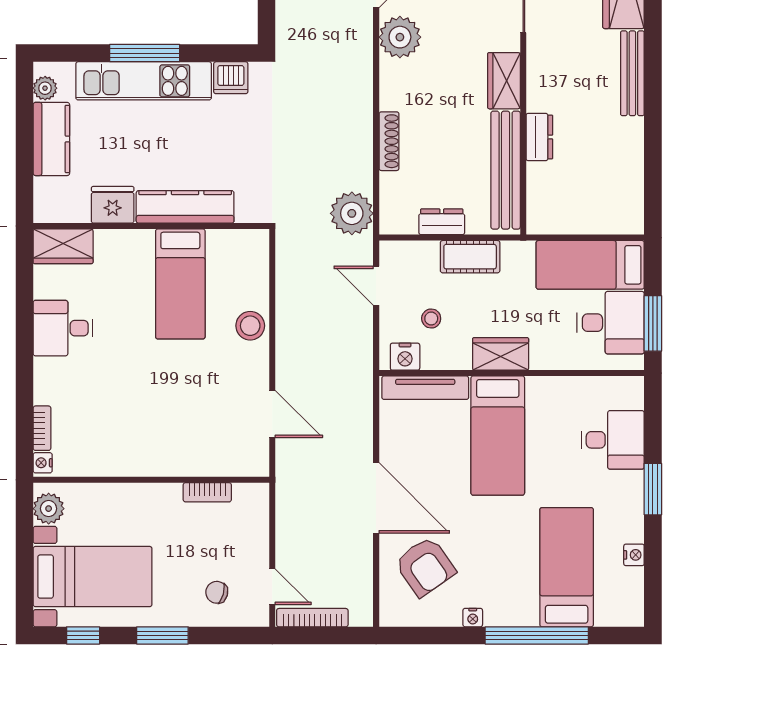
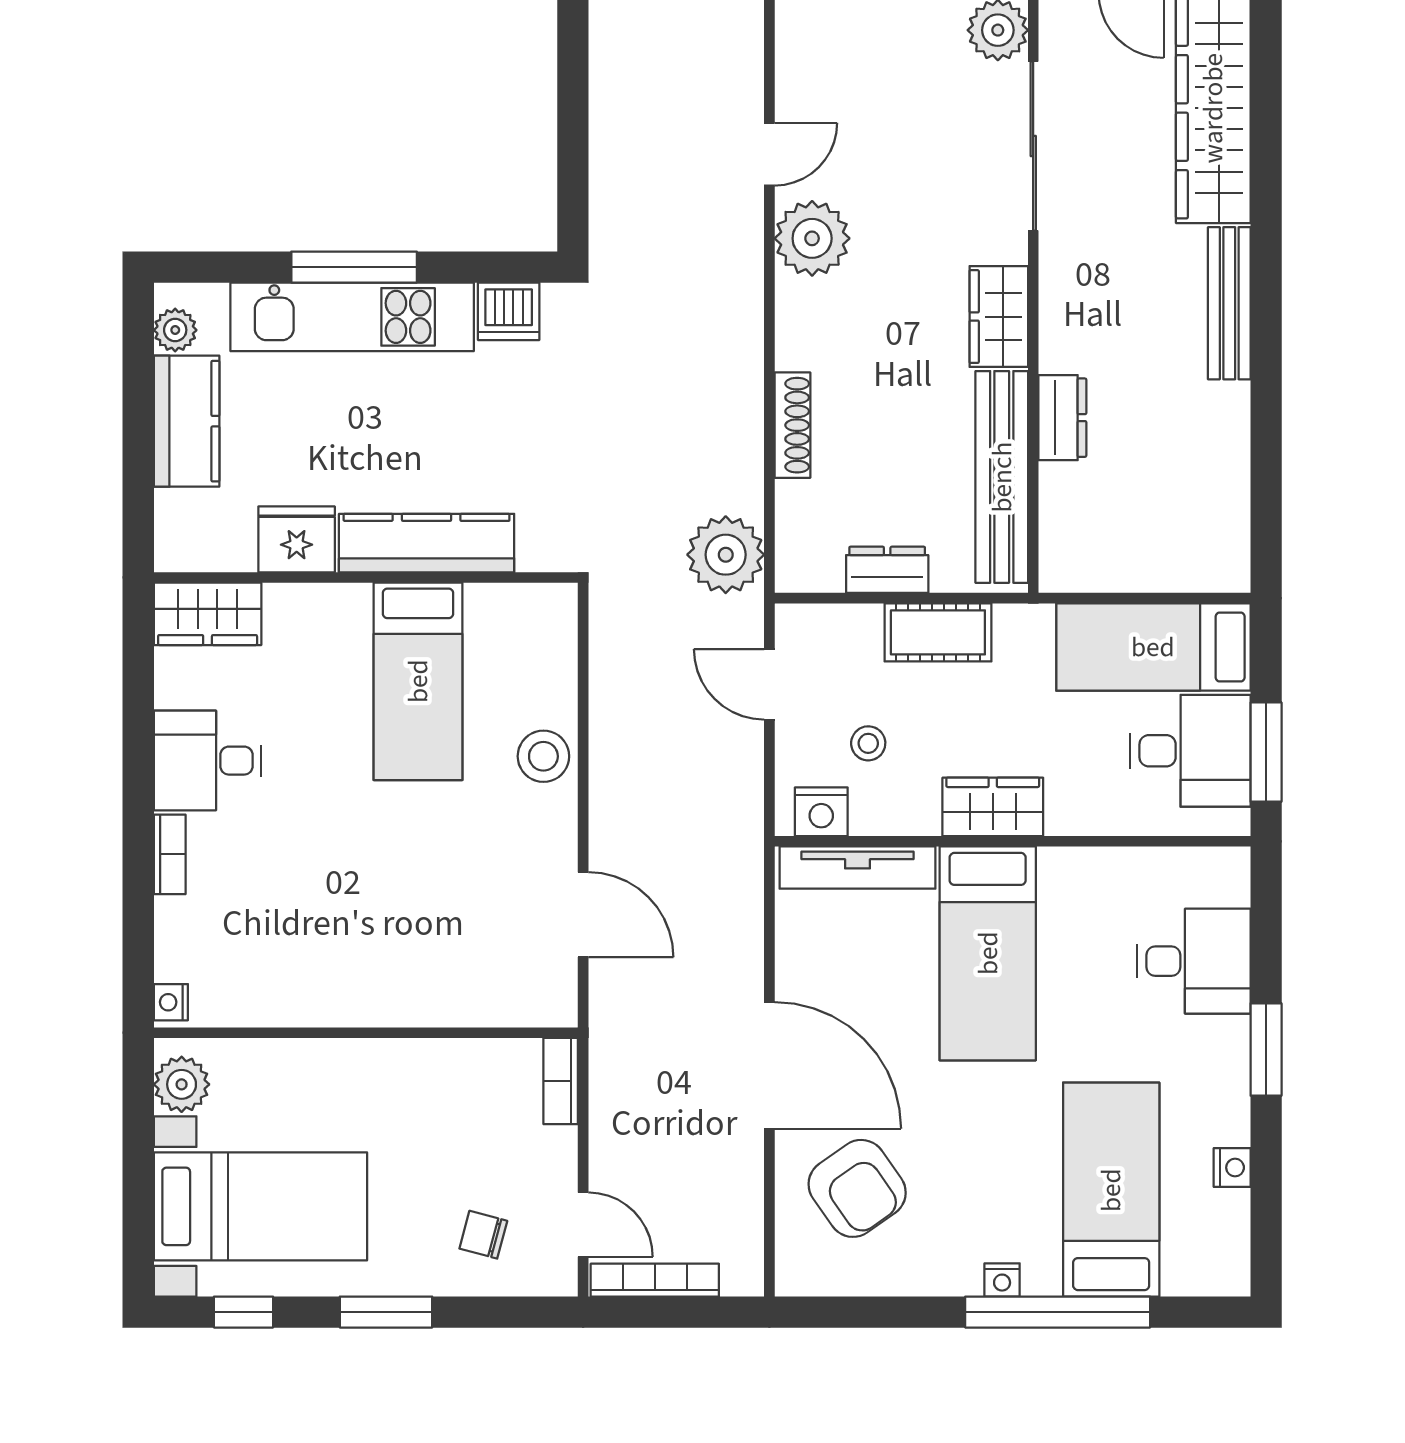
bookcase: (42, 428) -> (170, 854), moved
bookcase: (207, 492) -> (561, 1081), moved, turned 90
nightstand: (473, 618) -> (1002, 1280), moved

